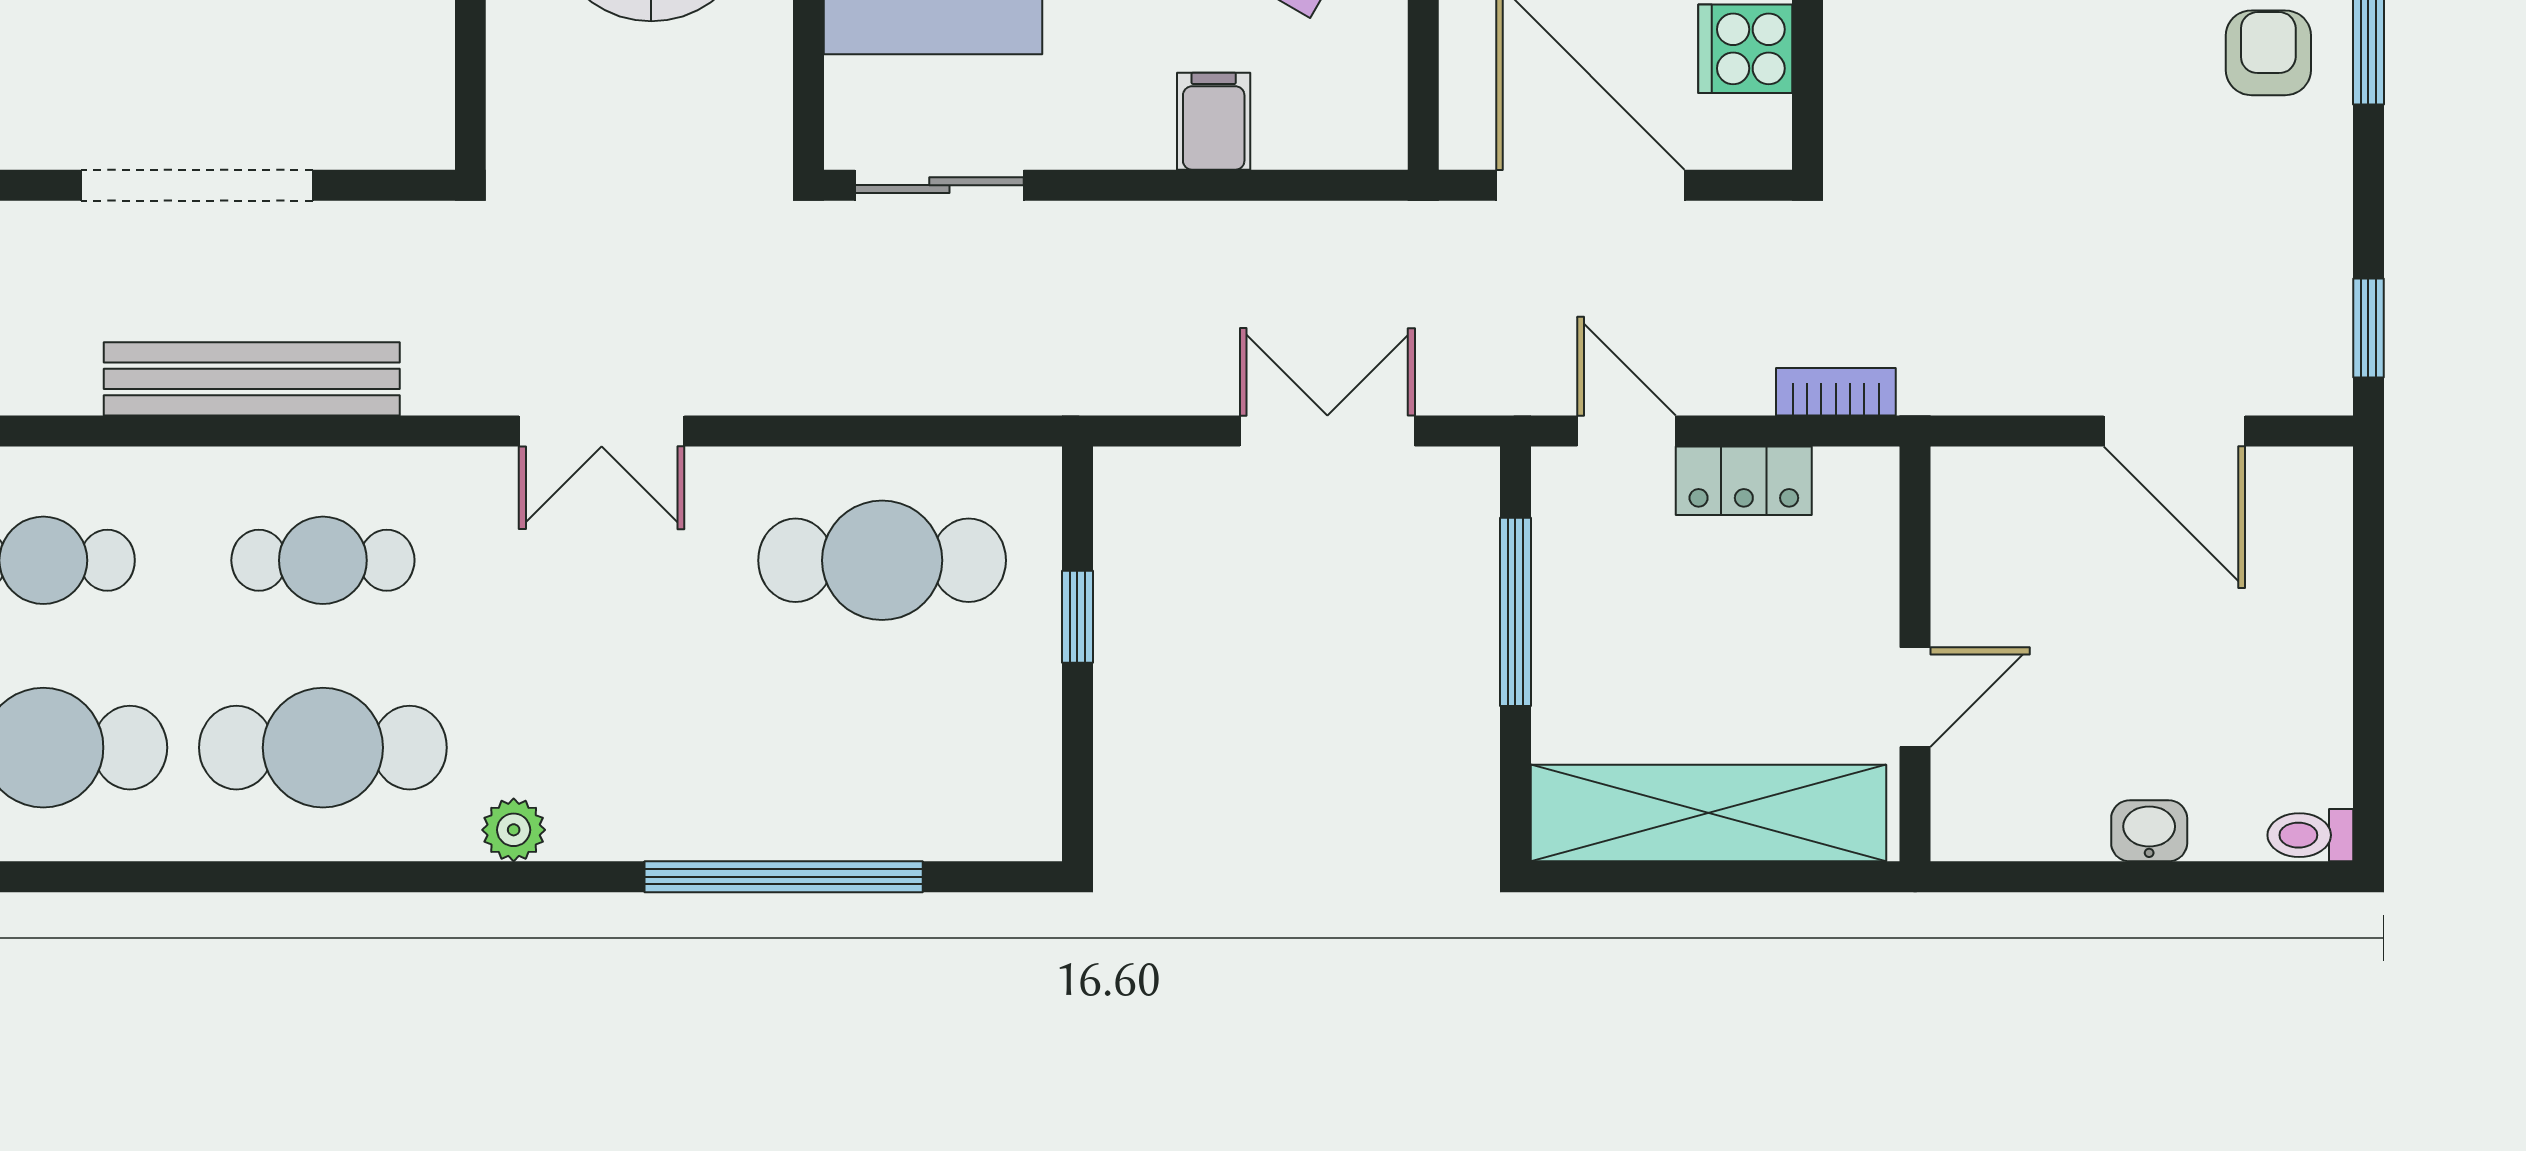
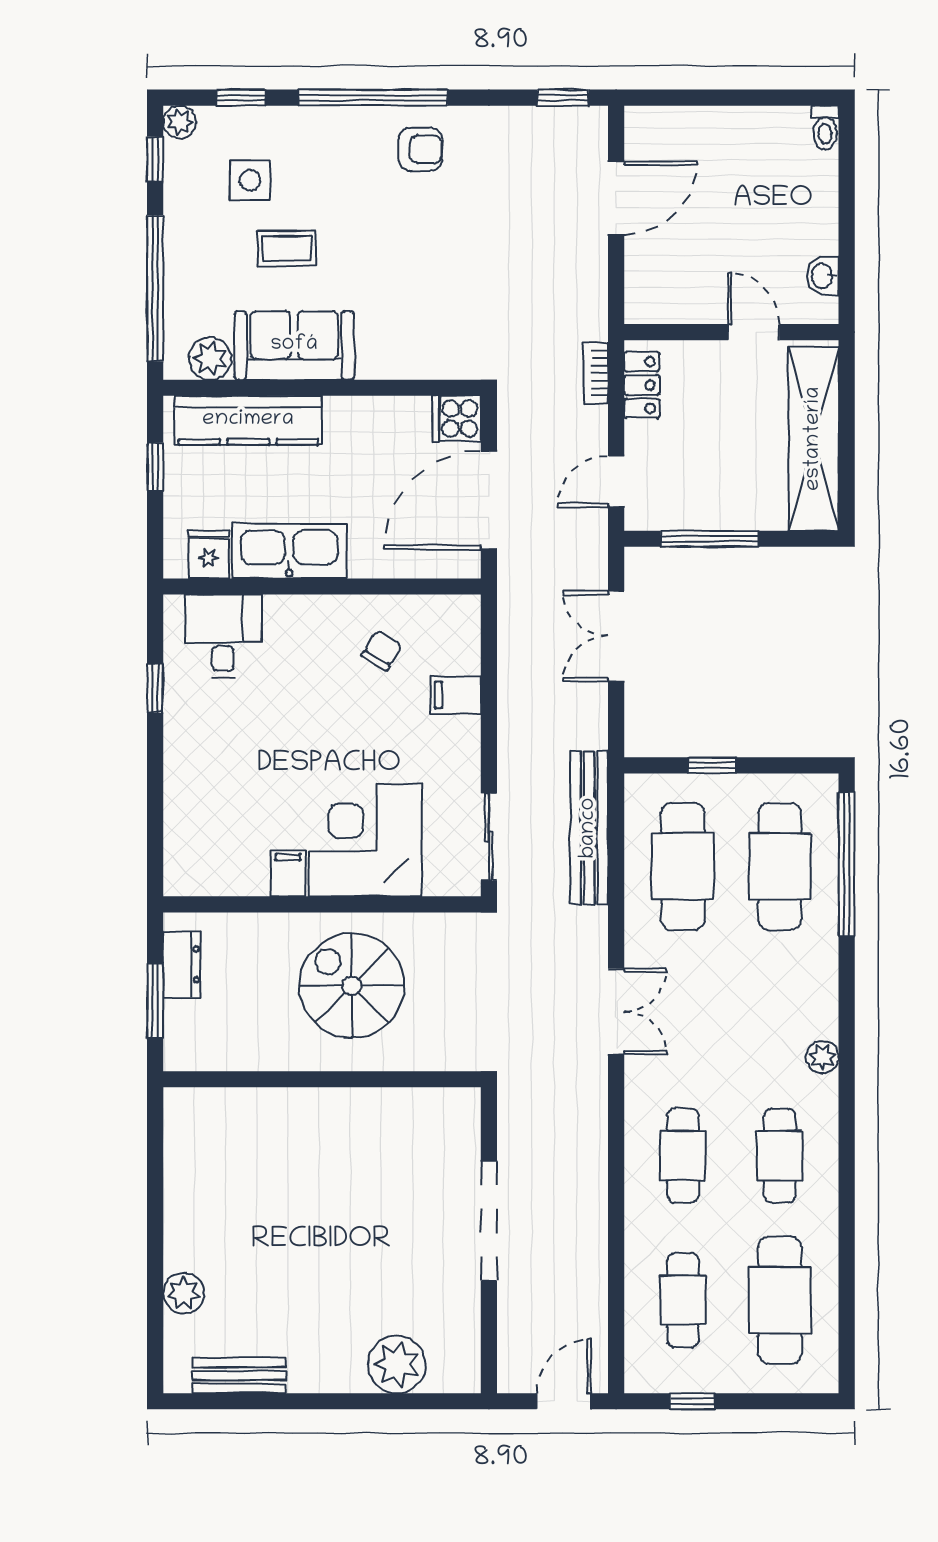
cooker: (1745, 49) -> (457, 419), moved, turned 90
armchair: (2268, 53) -> (420, 149), turned 180
bench: (252, 379) -> (589, 828), moved
locker: (1744, 481) -> (642, 385), moved
cafe table: (323, 748) -> (780, 1156), width x0.73, depth x0.74
cafe table: (882, 748) -> (780, 866), added
washbasin: (2149, 831) -> (823, 276), moved
window: (784, 877) -> (847, 864), moved

